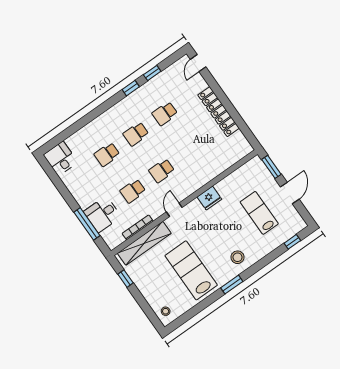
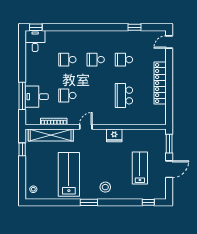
window: (131, 88) -> (36, 27), moved
school desk: (162, 171) -> (124, 95), moved, width x1.85

